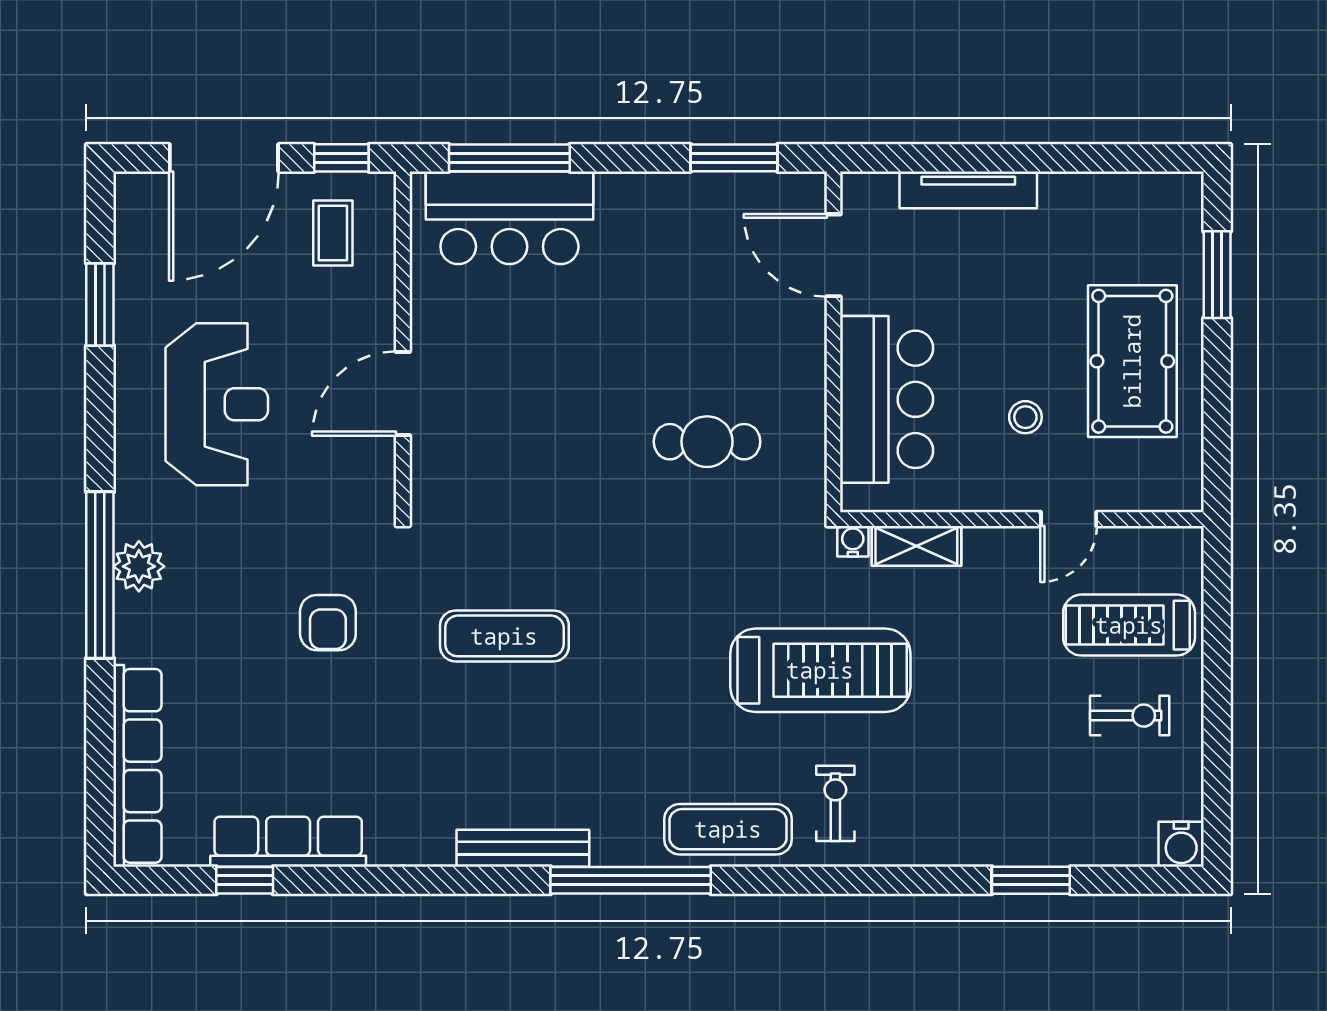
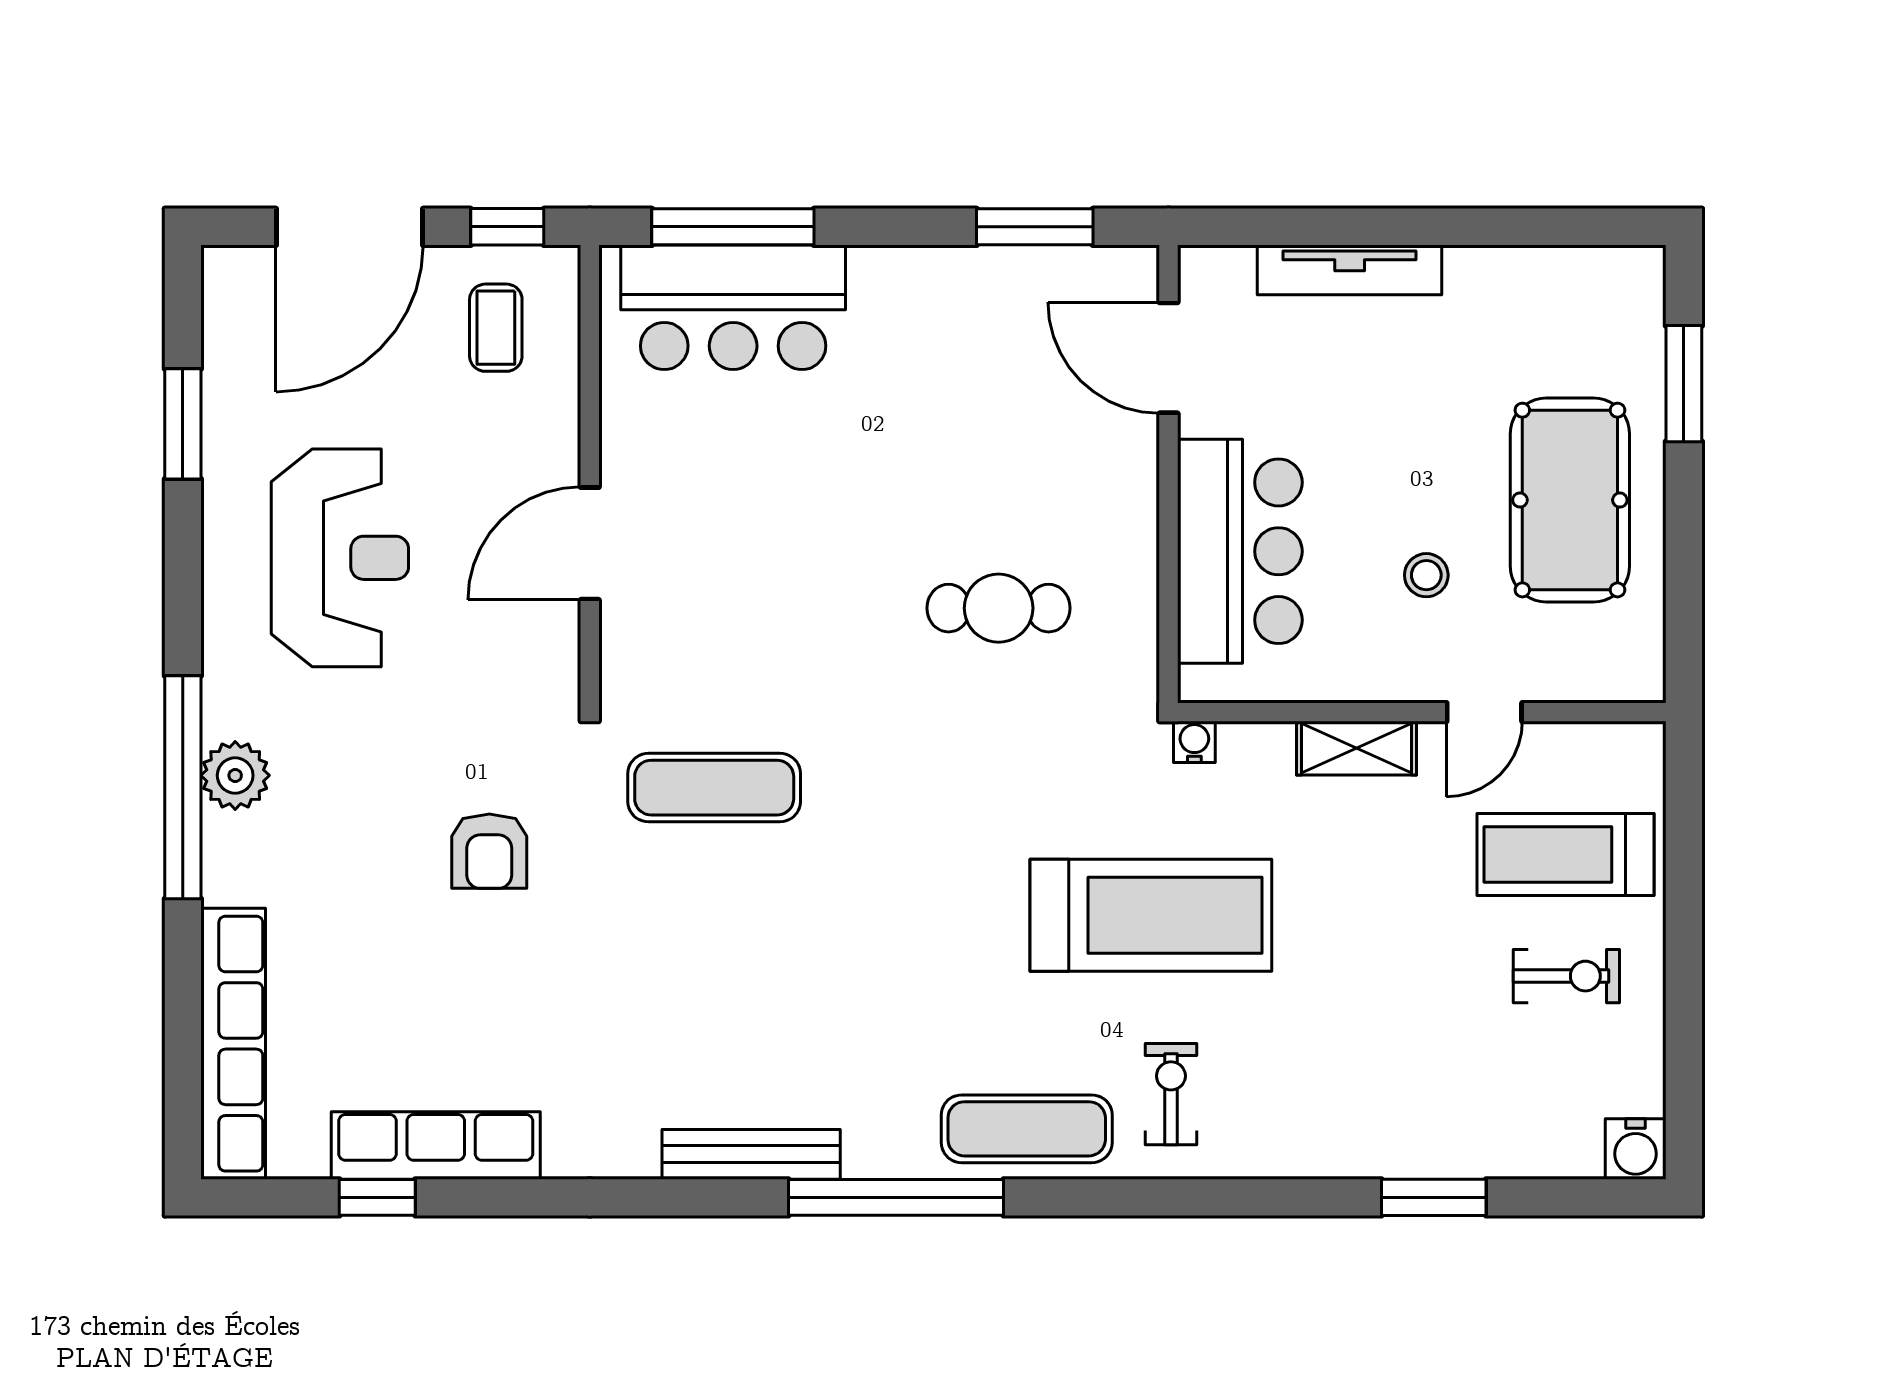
shelving: (916, 546) -> (1356, 748), moved
exercise mat: (504, 636) -> (714, 788), moved

